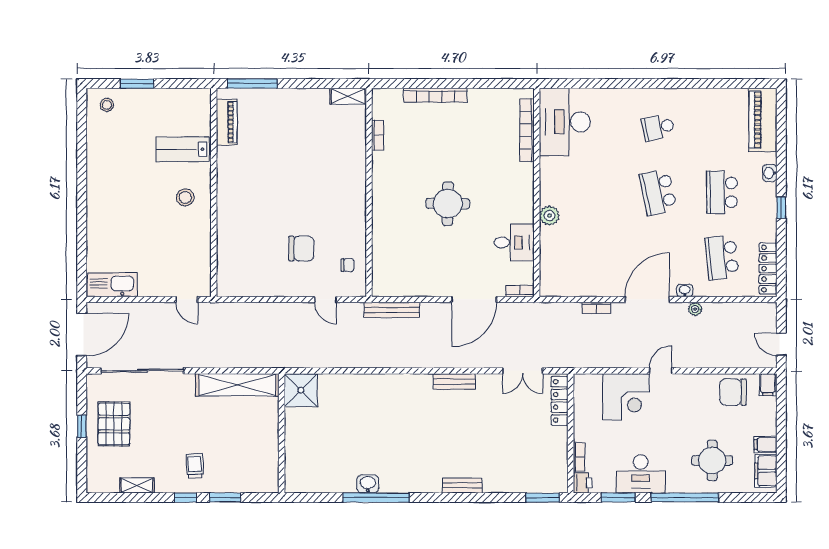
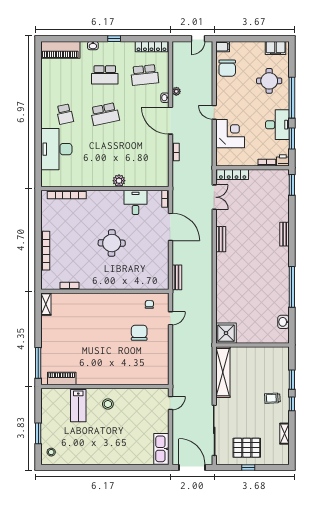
desk: (565, 122) -> (56, 149), moved, turned 90
bench: (392, 310) -> (177, 277), width x0.73
filing cabinet: (766, 445) -> (259, 48), removed
washbasin: (368, 484) -> (283, 322), moved

